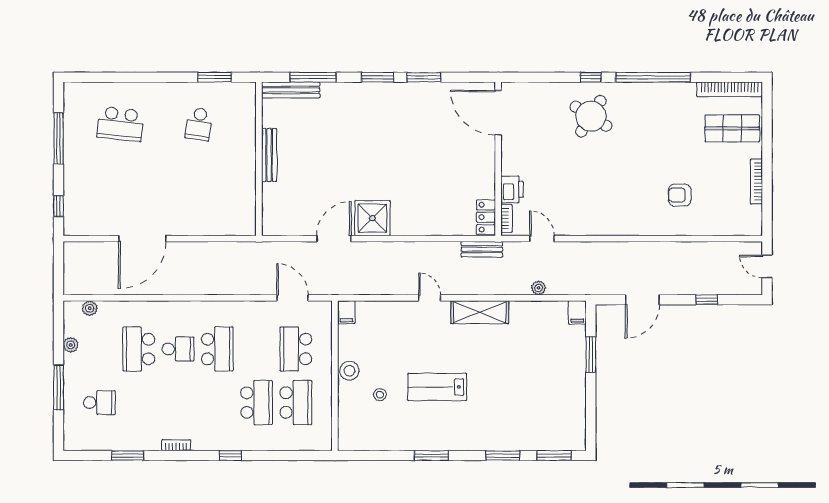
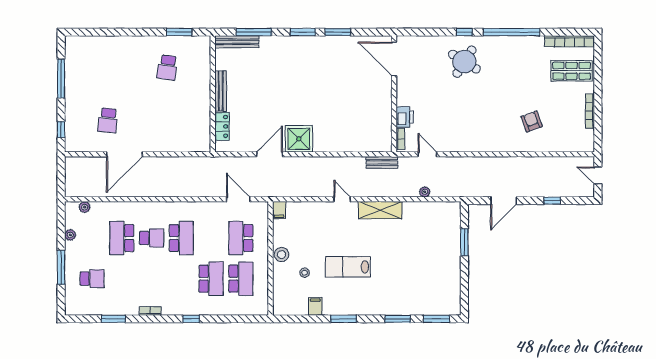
school desk: (120, 124) -> (108, 120), moved, width x0.54
armchair: (680, 195) -> (532, 121), turned 70
locker: (486, 217) -> (222, 126), moved, turned 180
filing cabinet: (577, 312) -> (315, 306), moved, turned 180

